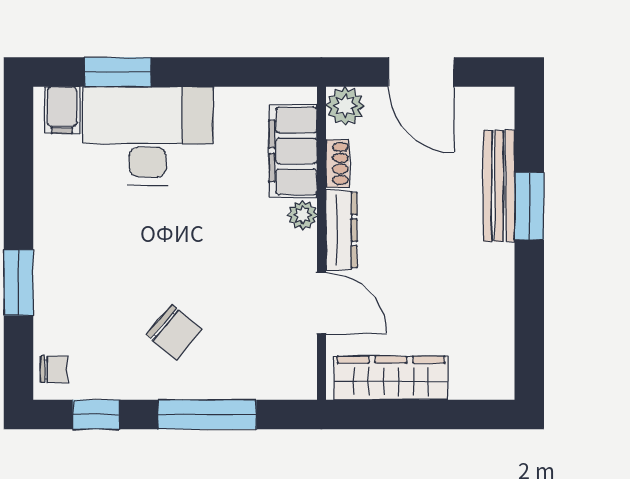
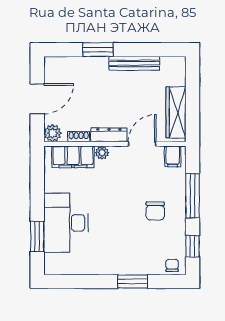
filing cabinet: (62, 110) -> (173, 156), moved, turned 90
bench: (499, 186) -> (134, 63), moved
chair: (174, 332) -> (155, 211), turned 140

